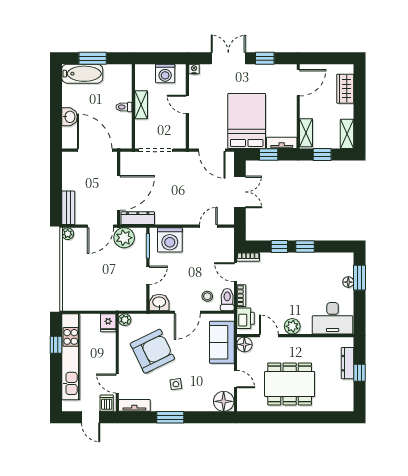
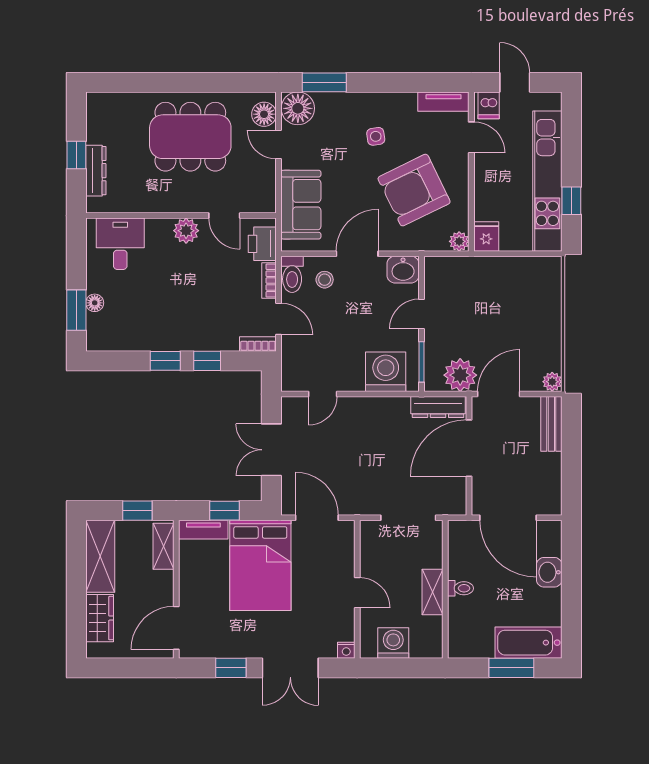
shelving: (347, 134) -> (100, 556), width x1.50, depth x1.33
desk: (333, 318) -> (120, 244), width x0.73
floor lamp: (244, 344) -> (264, 114), moved
window: (170, 417) -> (324, 82), moved

